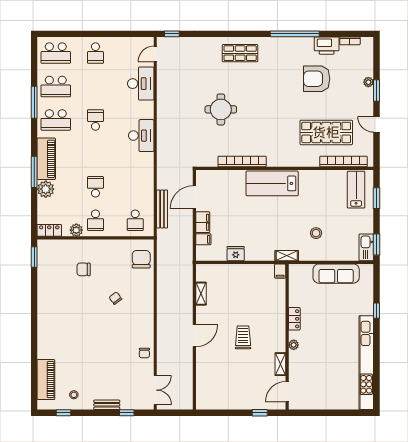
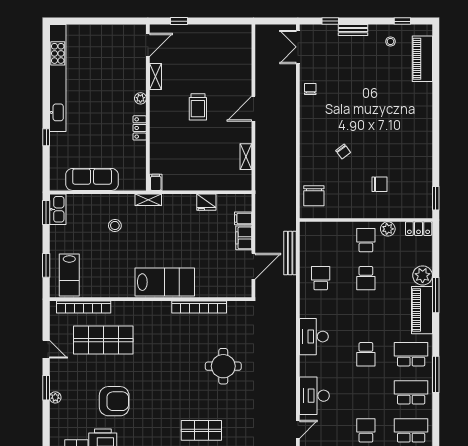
school desk: (135, 220) -> (321, 278), moved

